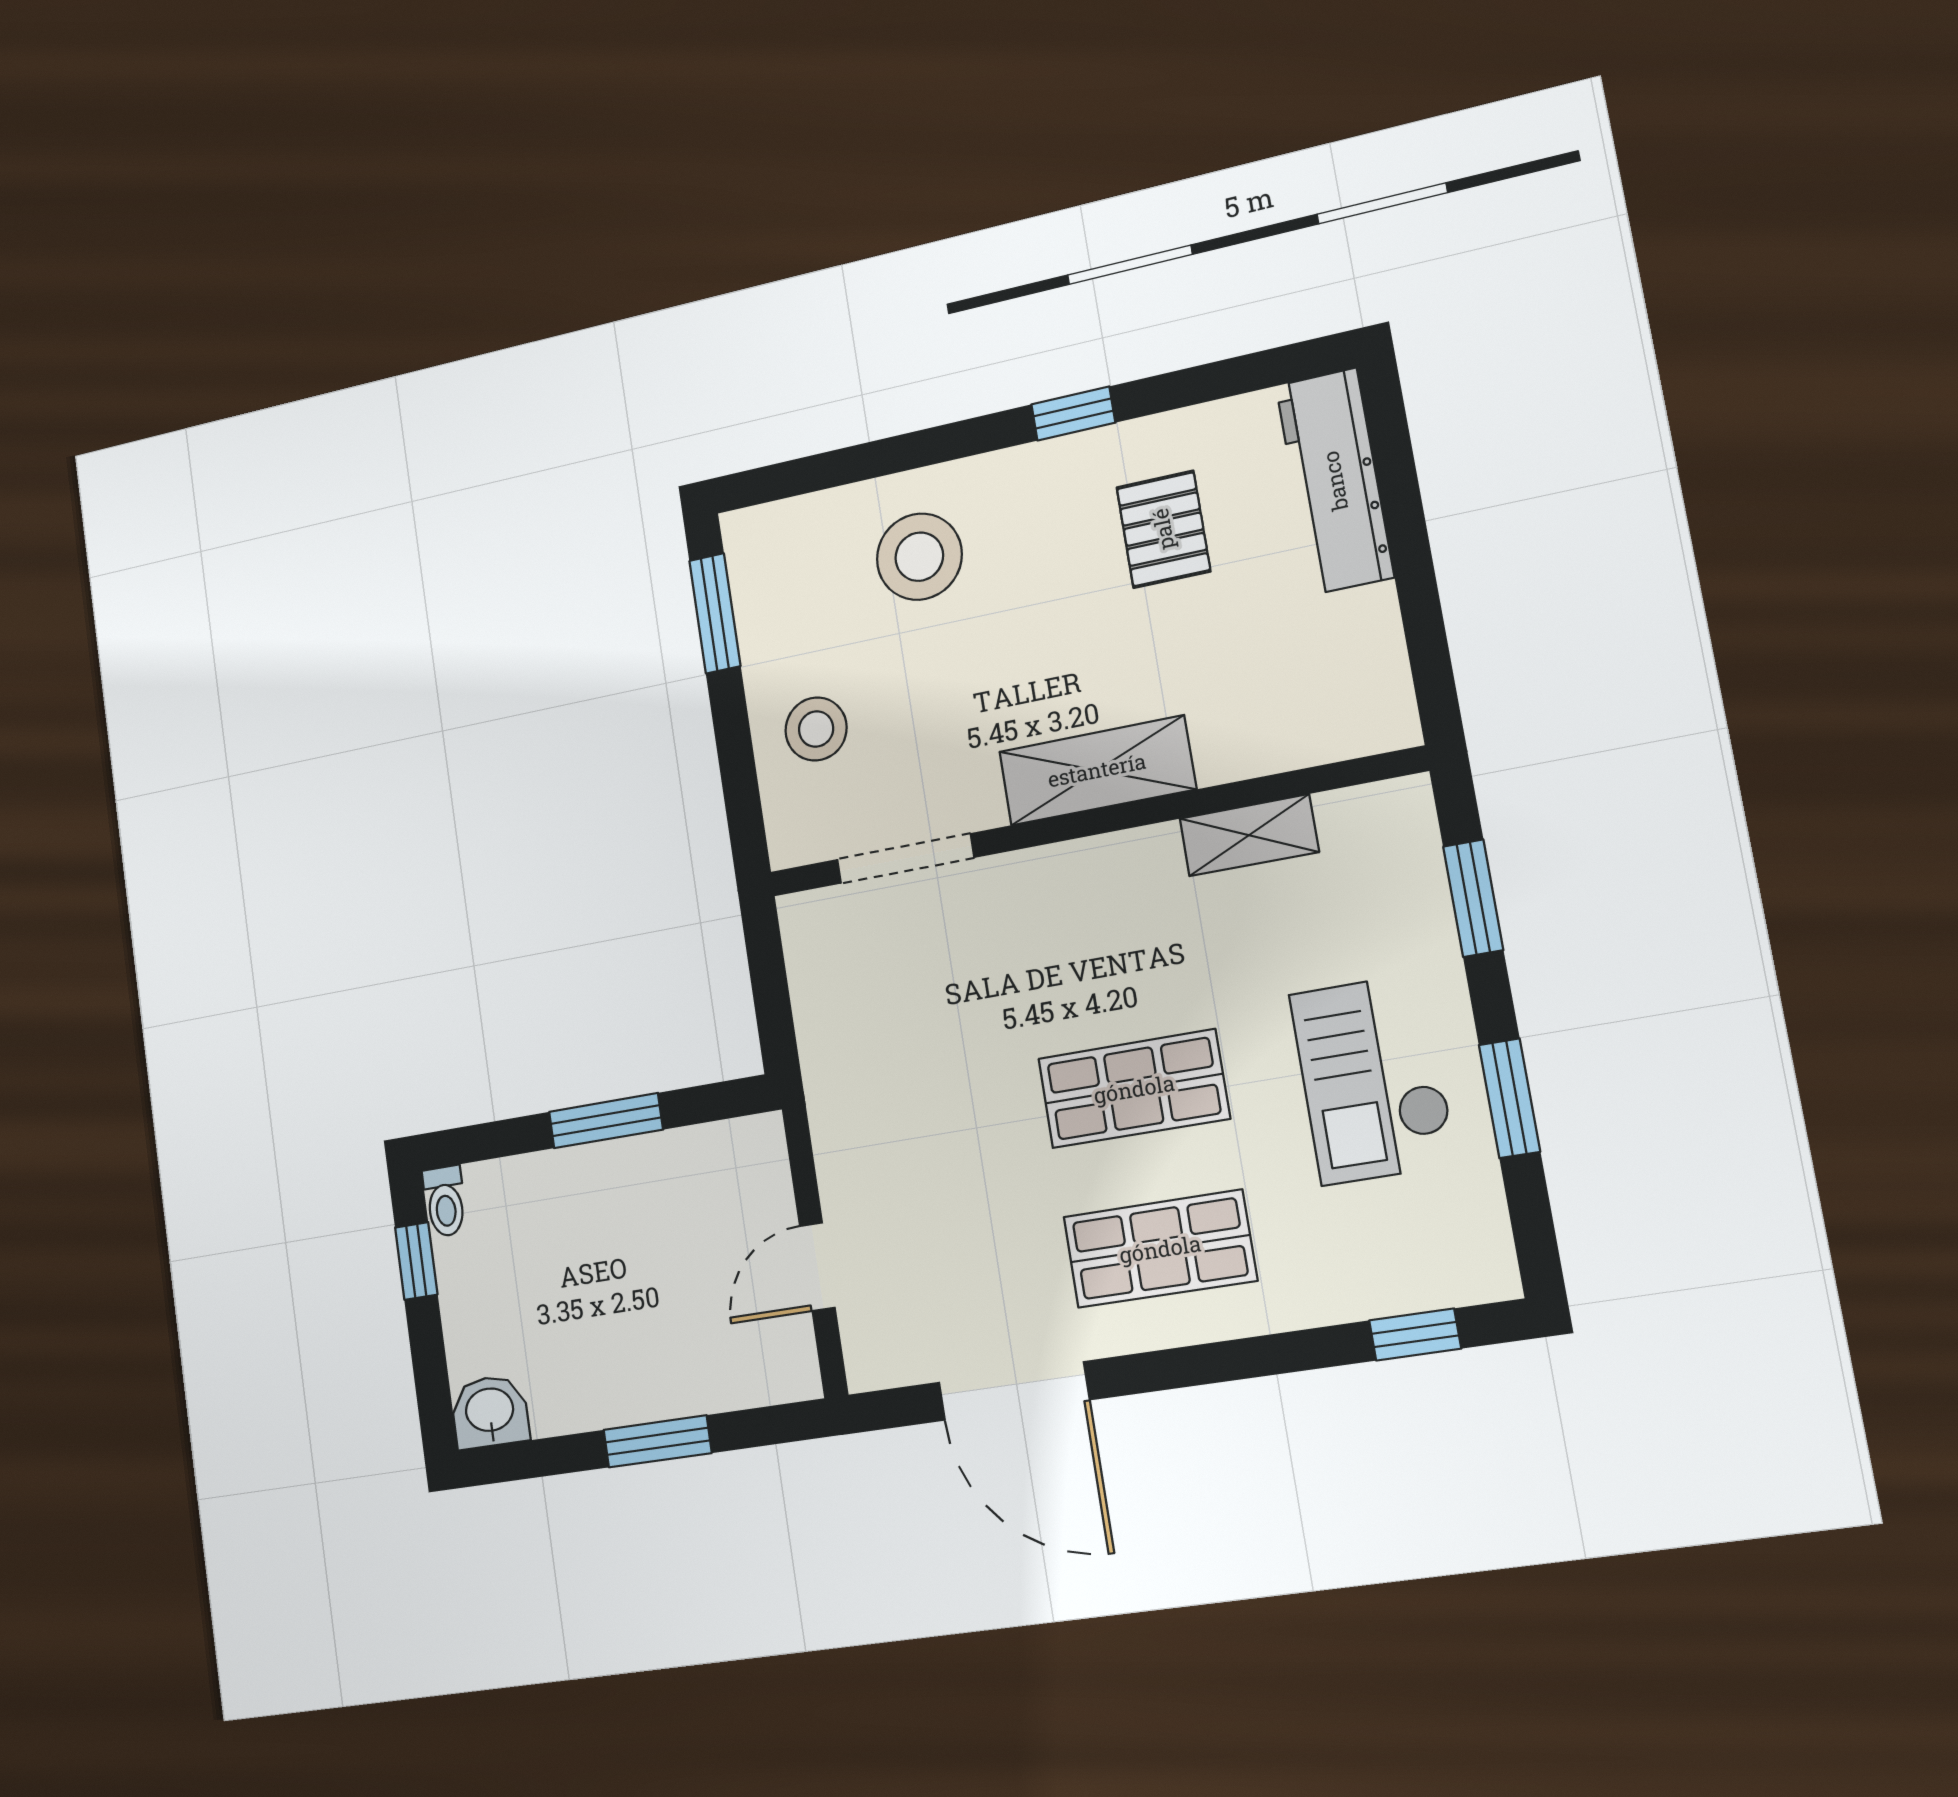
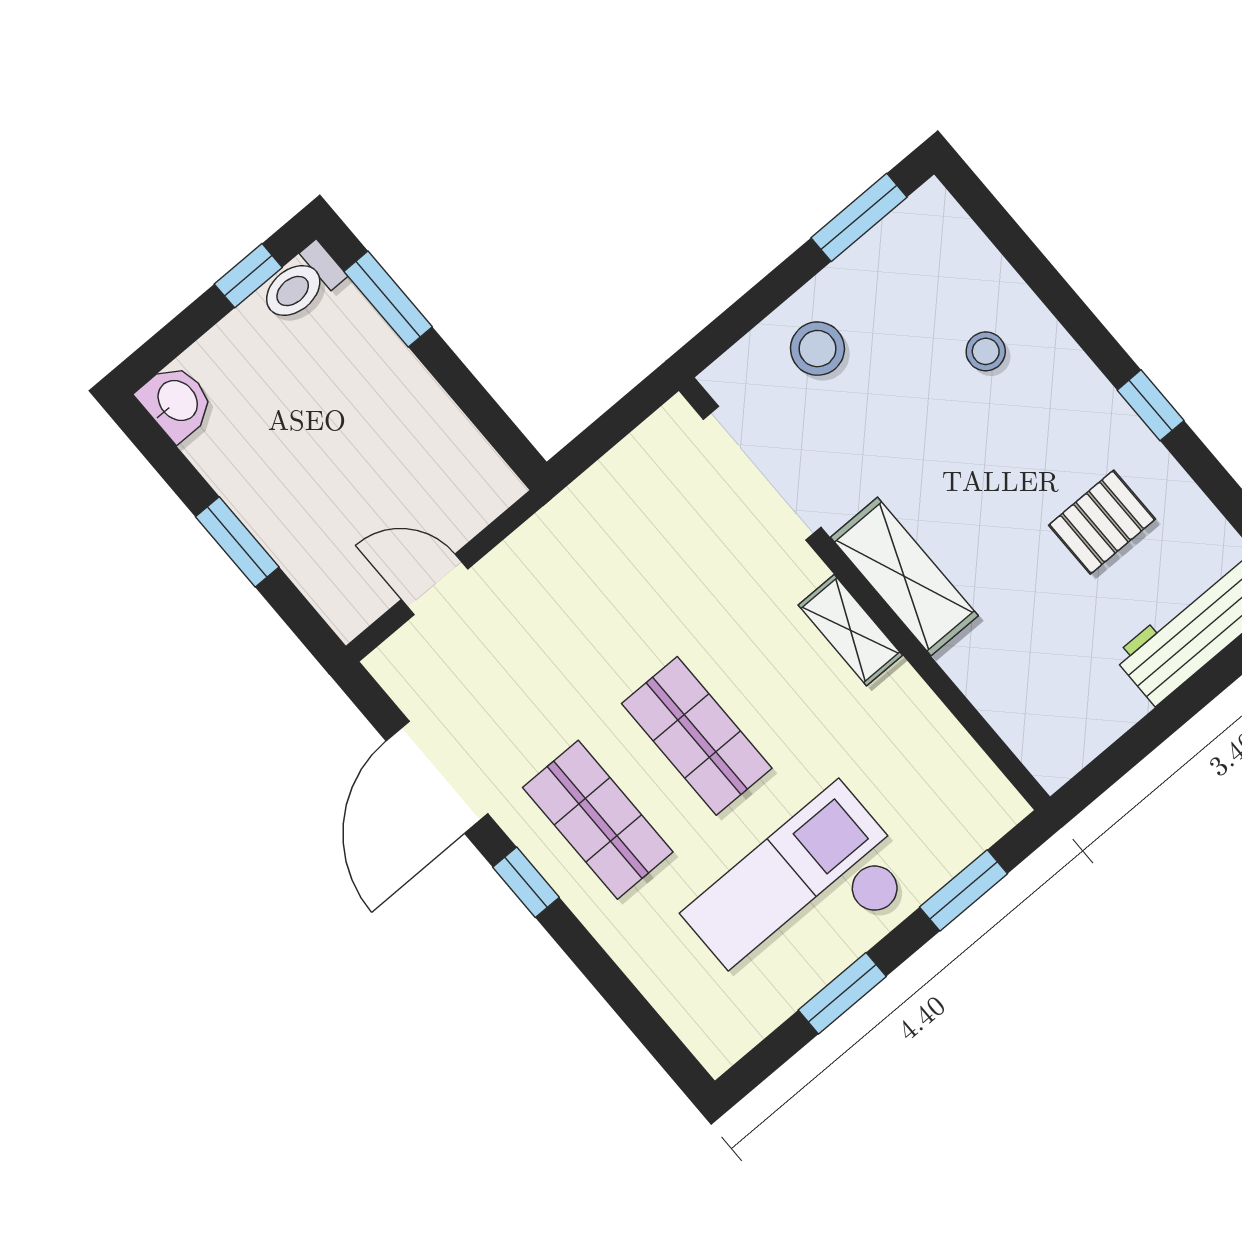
stool: (919, 557) -> (986, 351), width x0.53, depth x0.53
shelving: (1249, 835) -> (850, 630), moved
doorway: (905, 859) -> (762, 473), width x1.36
checkout: (1373, 1079) -> (801, 895), width x1.36, depth x1.21
window: (606, 1121) -> (388, 299), moved
toilet: (445, 1201) -> (301, 284), width x1.37, depth x1.39
window: (1415, 1335) -> (526, 882), moved

